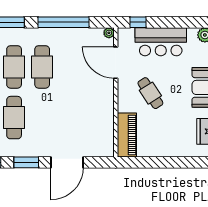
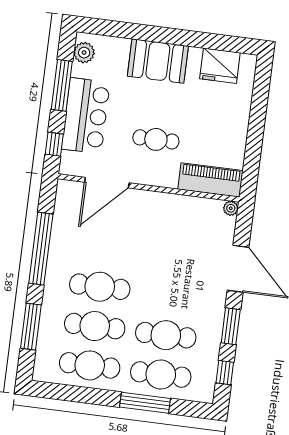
window: (180, 22) -> (62, 85), added
plant: (109, 33) -> (231, 208), moved
cafe table: (150, 93) -> (156, 139), turned 33

